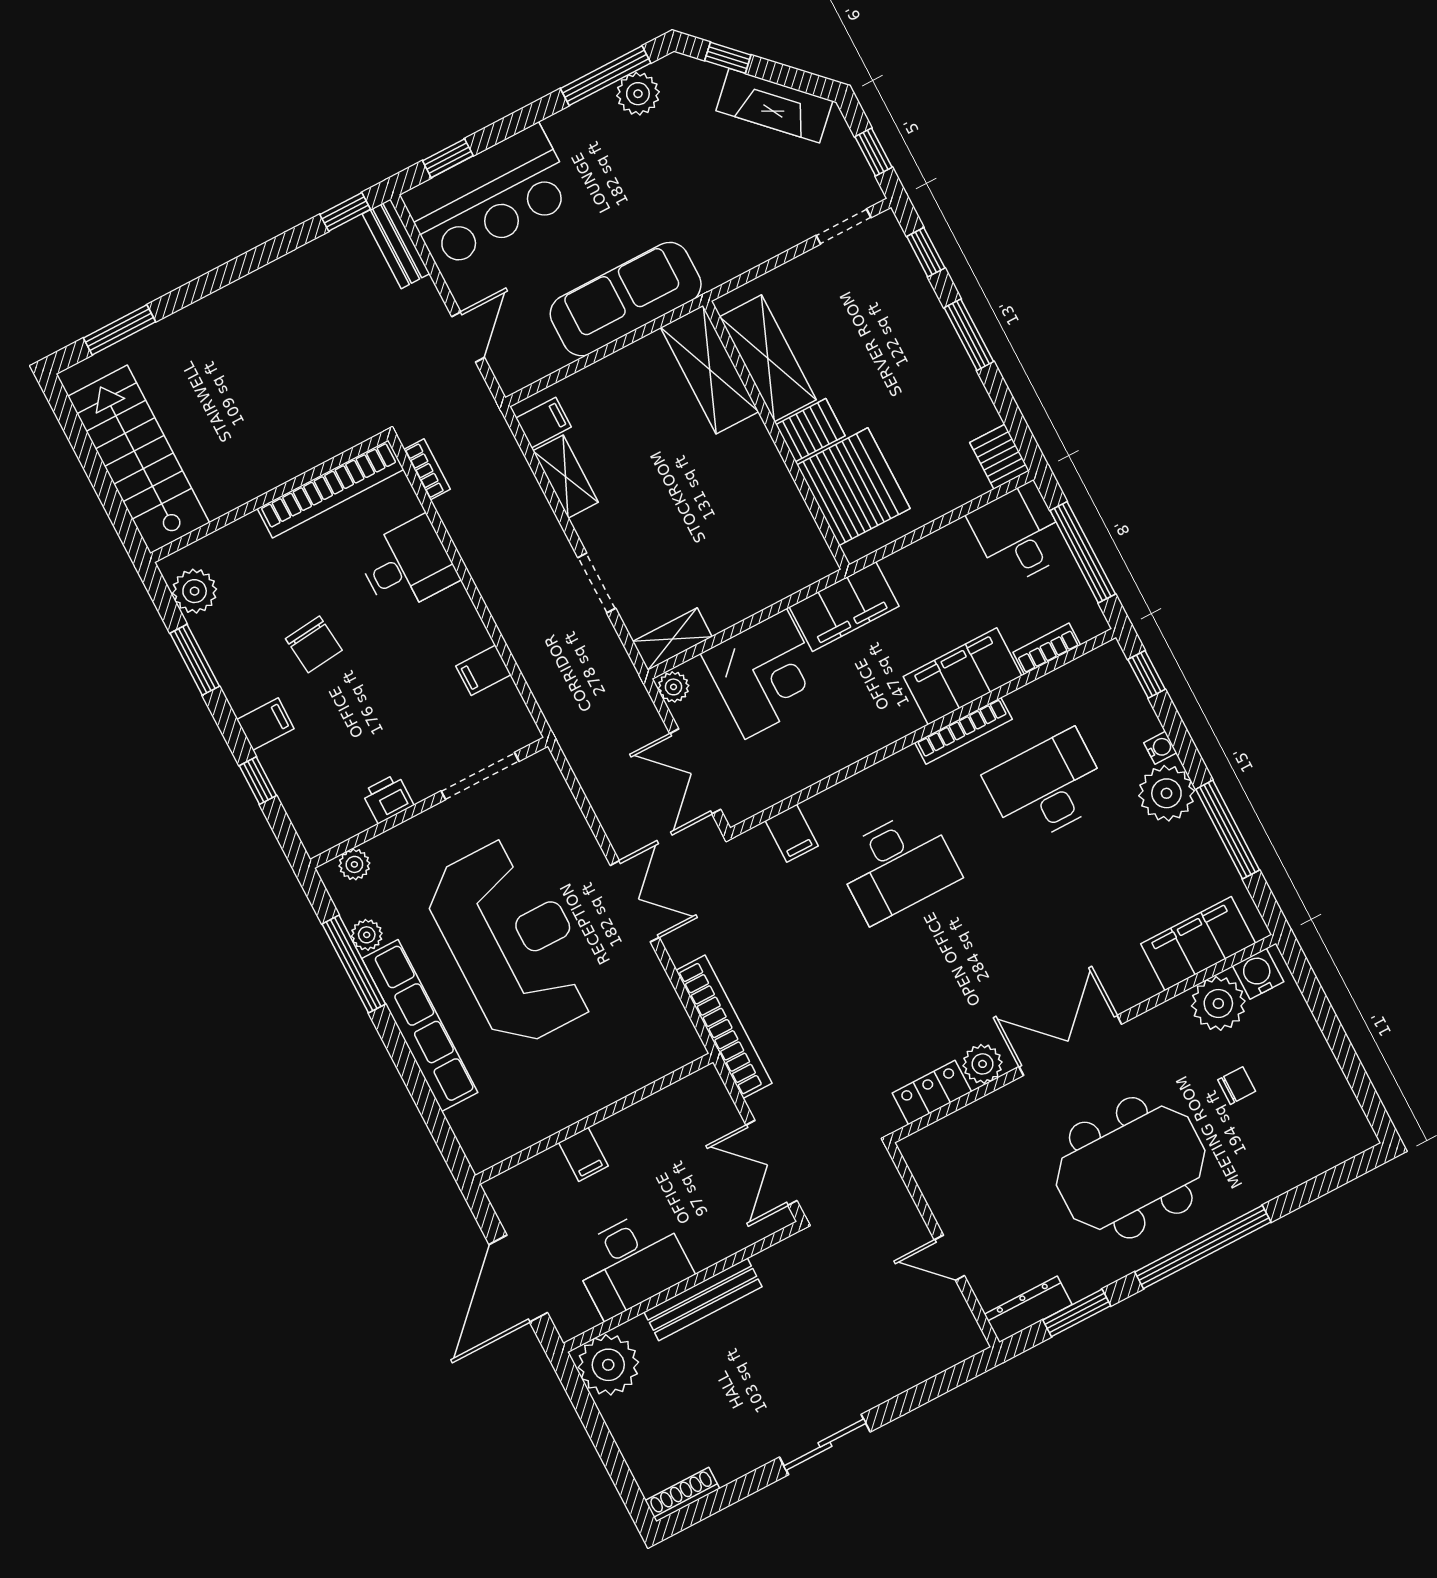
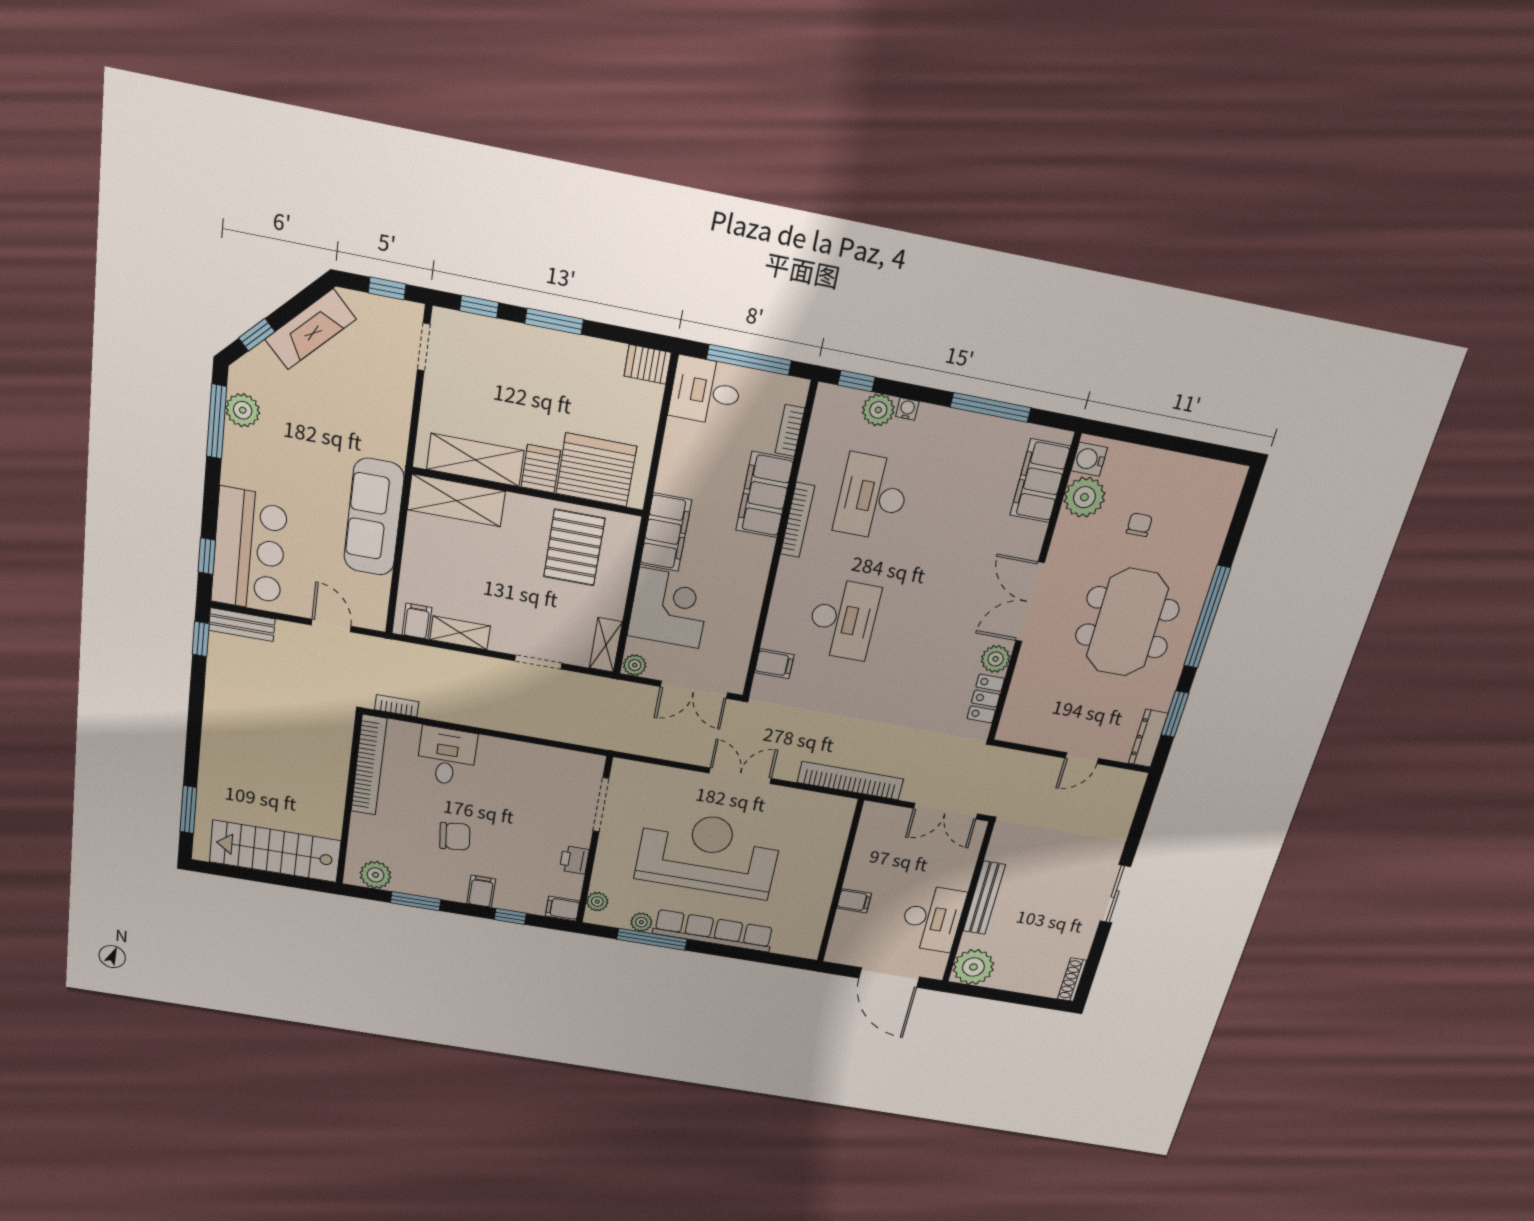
pallet: (754, 526) -> (574, 548), added
filing cabinet: (483, 670) -> (563, 909), moved, turned 90
plant: (1166, 793) -> (878, 410), moved, width x0.73, depth x0.73

